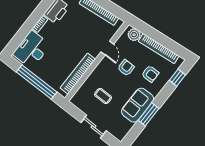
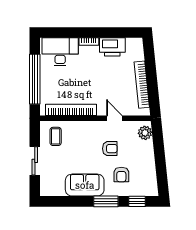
door: (107, 48) -> (114, 118), swing flipped
bookcase: (159, 49) -> (150, 164), removed
coffee table: (103, 96) -> (56, 136), moved
window: (149, 114) -> (106, 201), moved

